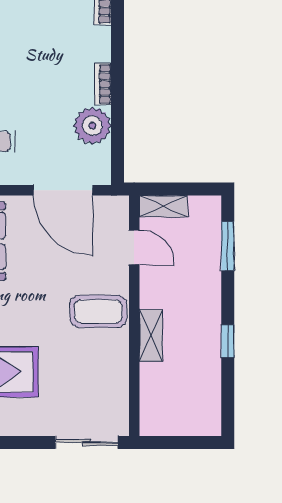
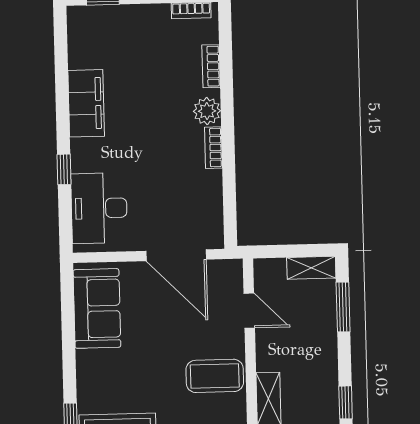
plant: (92, 126) -> (207, 111), moved, width x0.73, depth x0.73
shelving: (163, 206) -> (311, 268), moved

